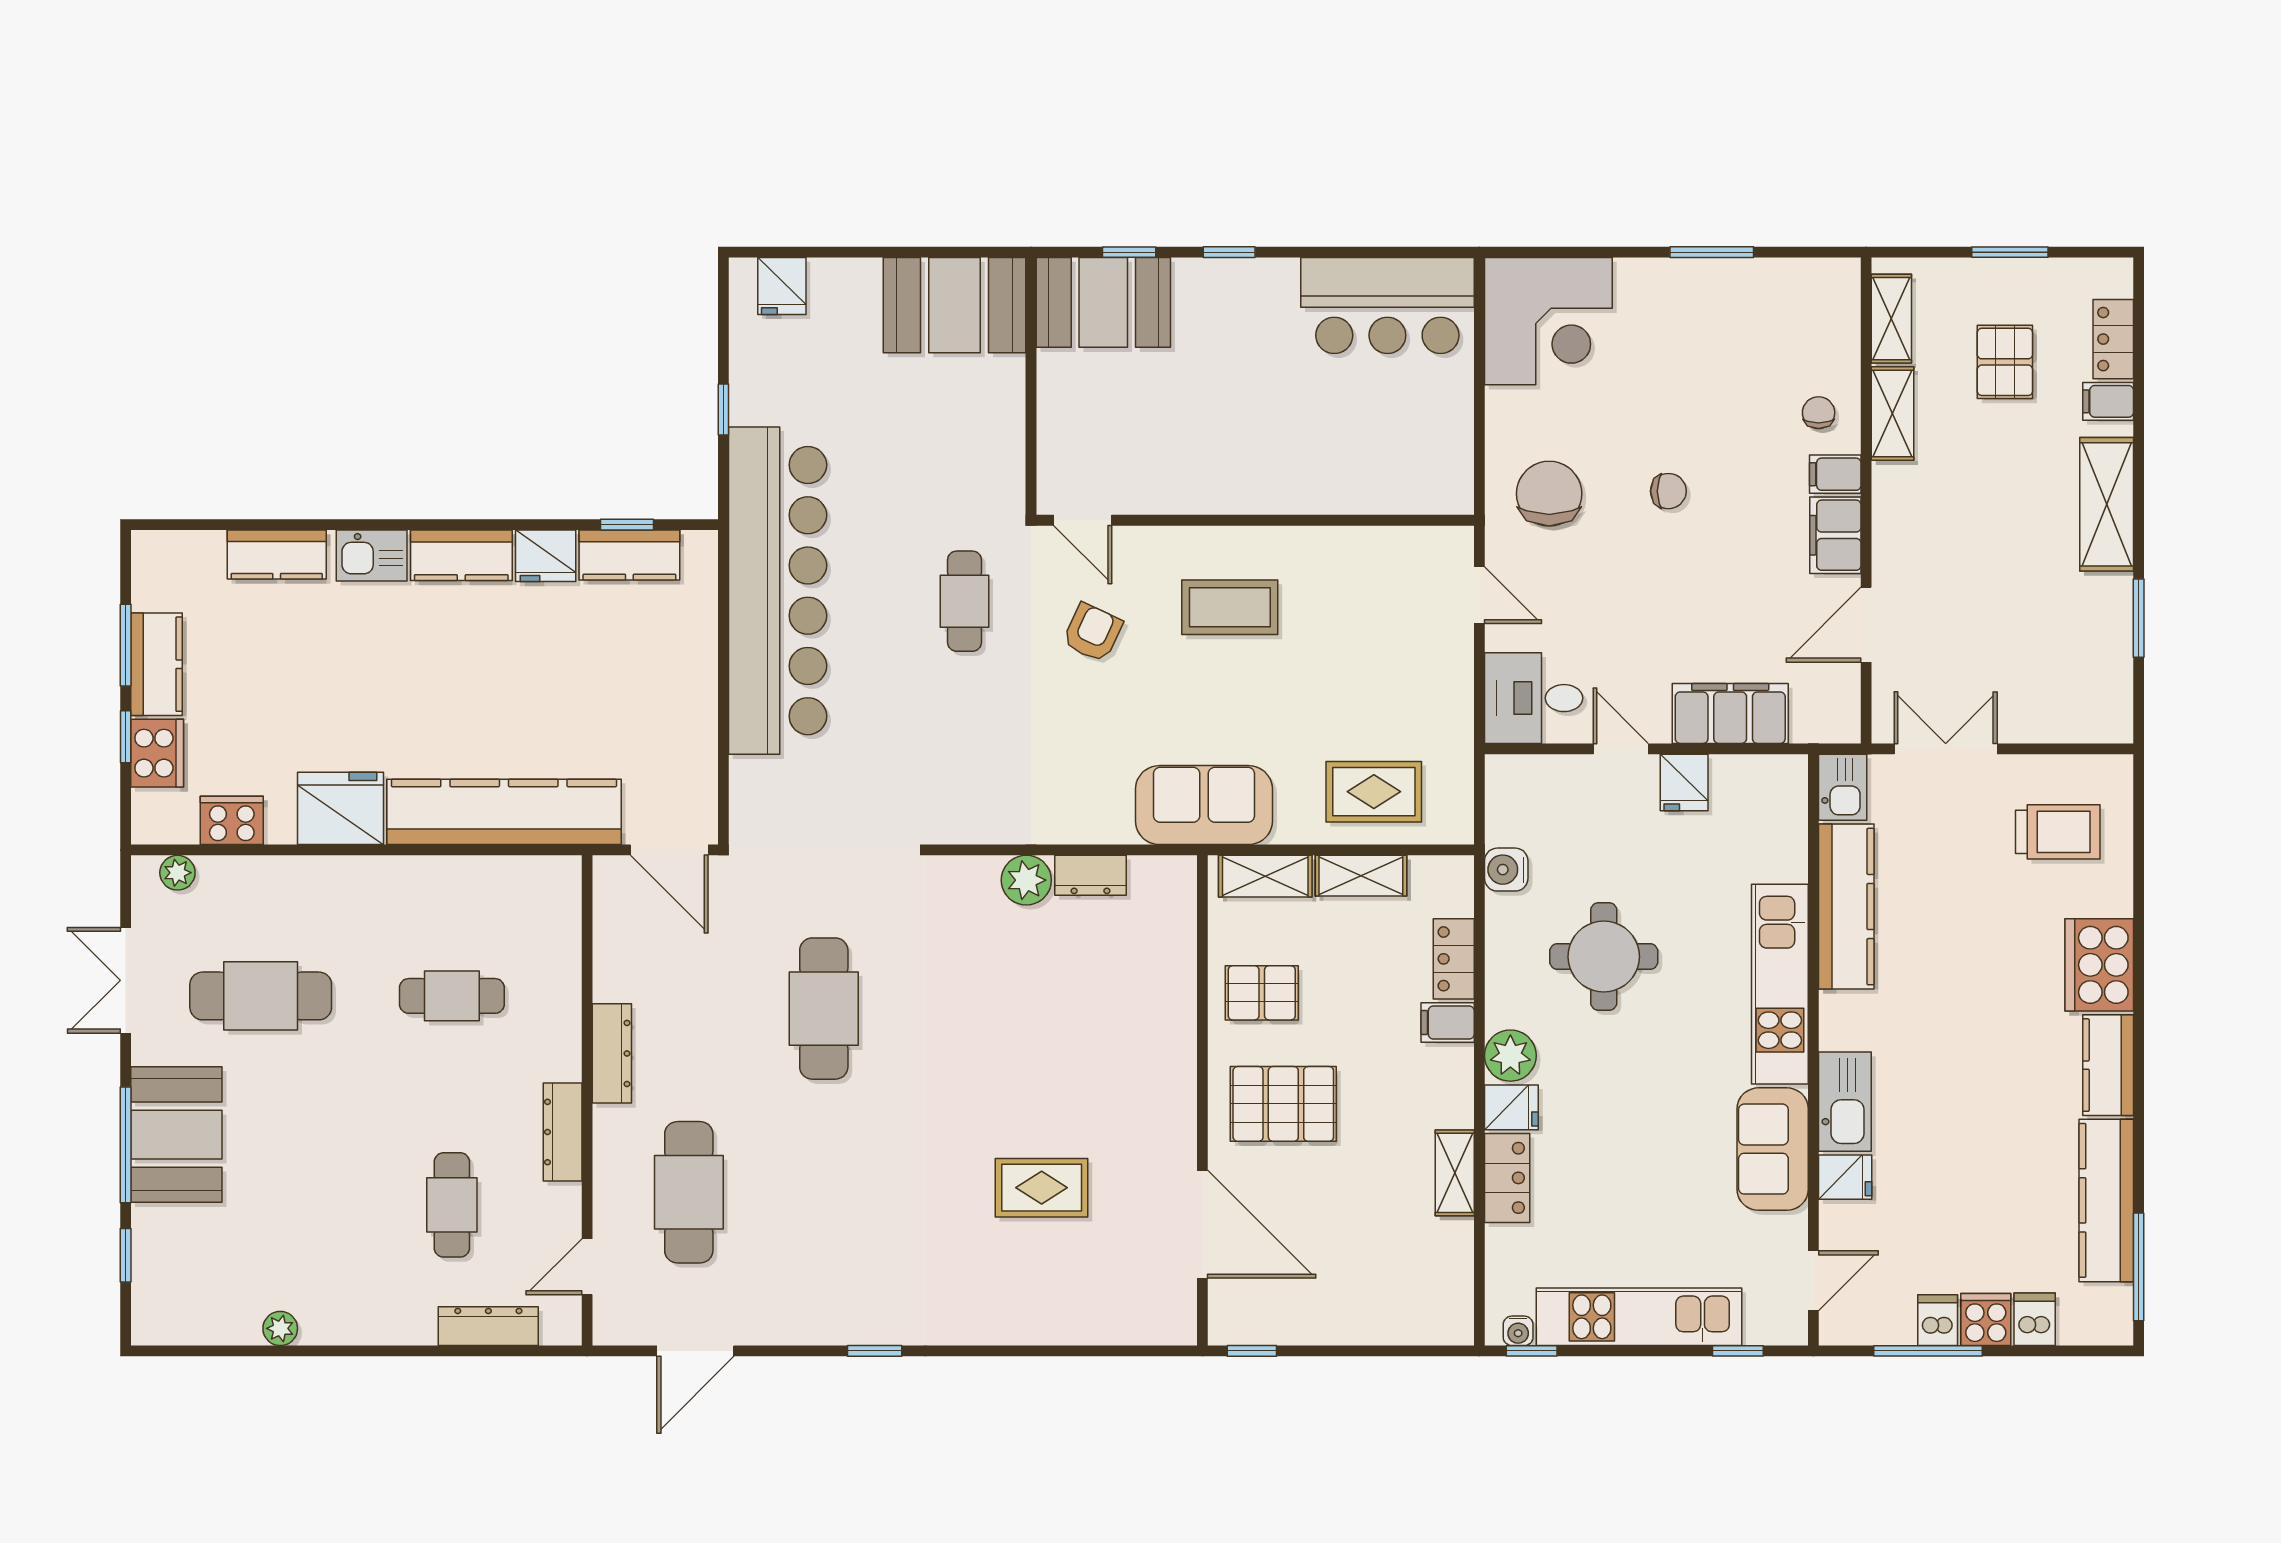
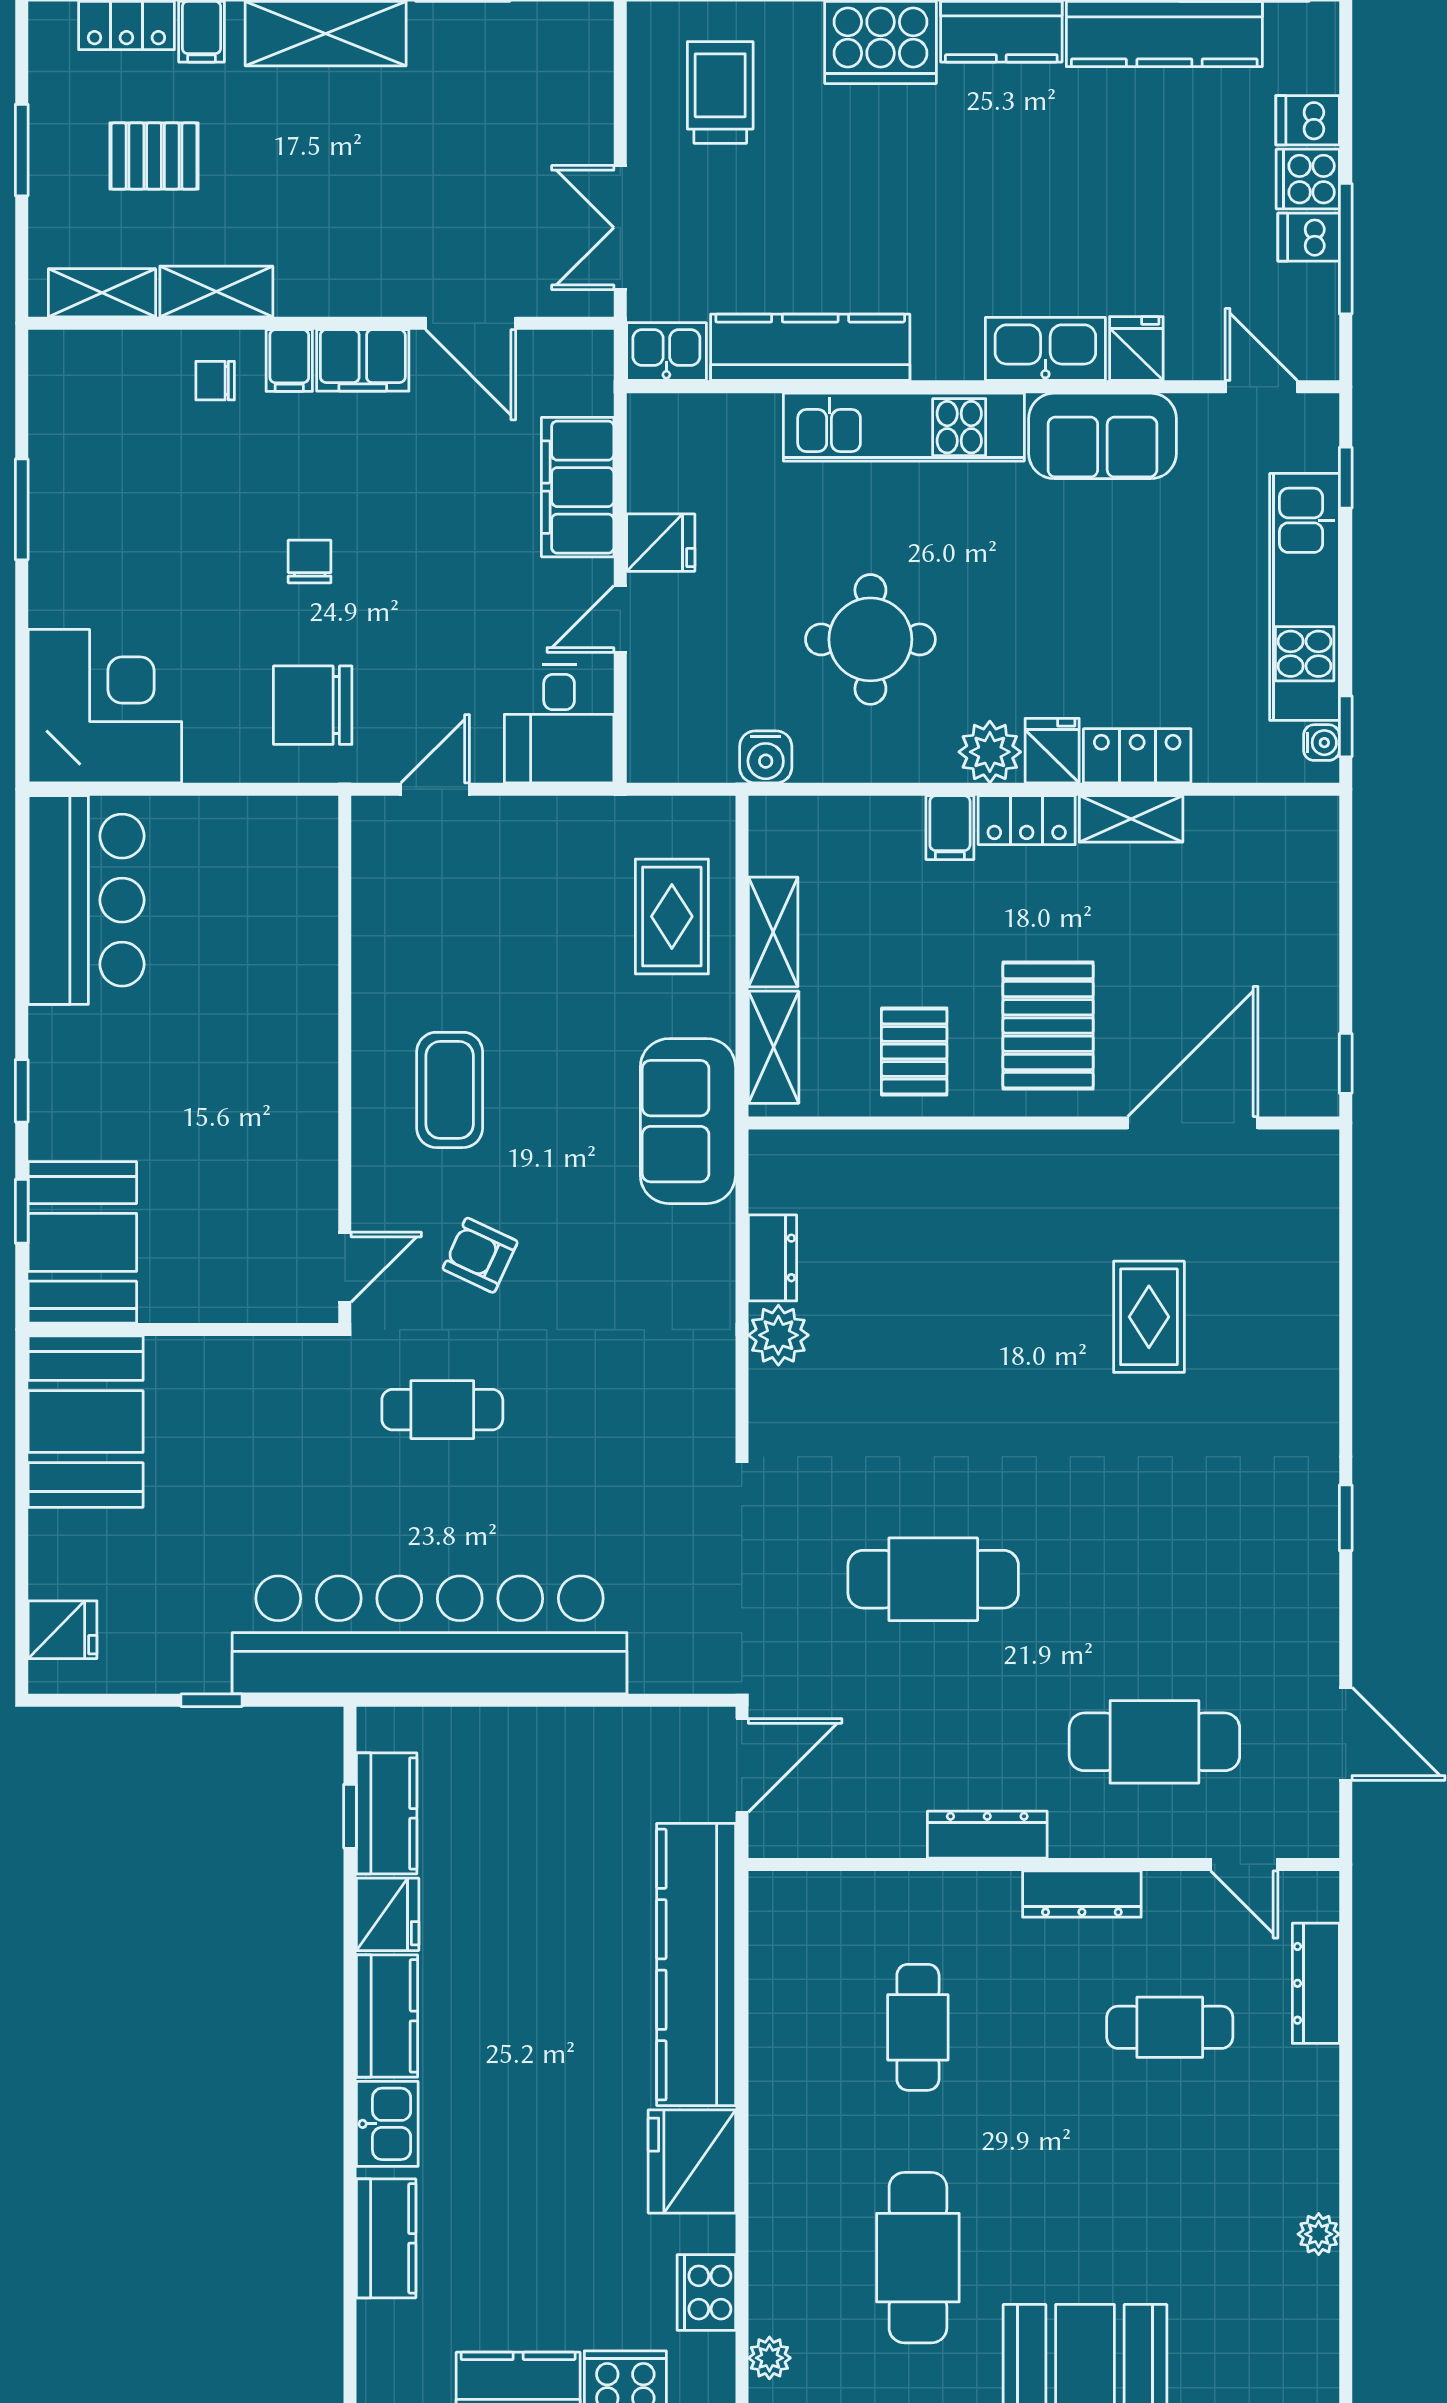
locker: (1454, 959) -> (1027, 820), moved

